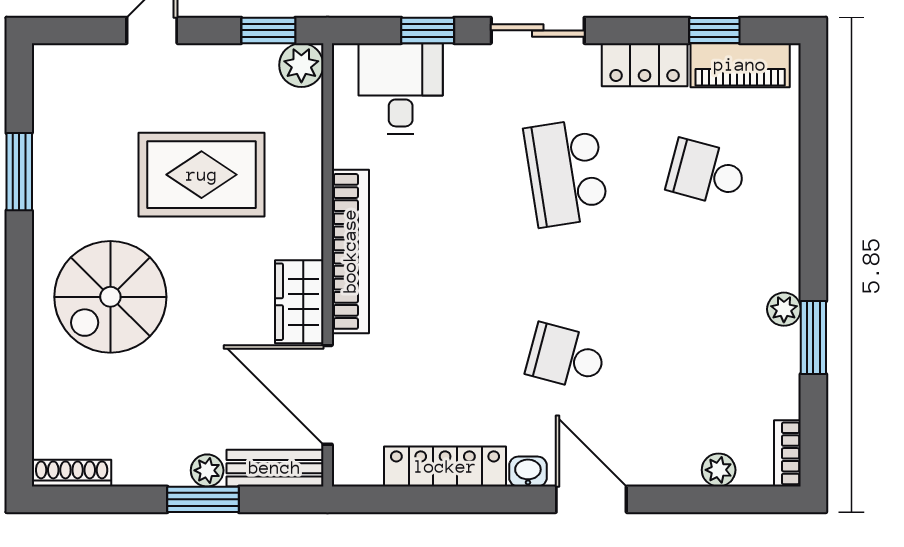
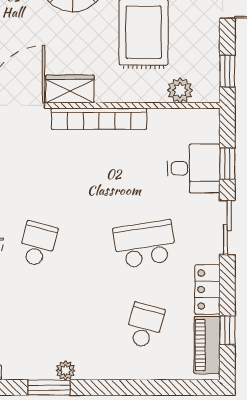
plant: (301, 65) -> (180, 90), moved
desk: (401, 88) -> (194, 168), moved

